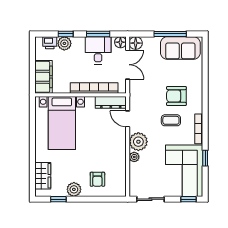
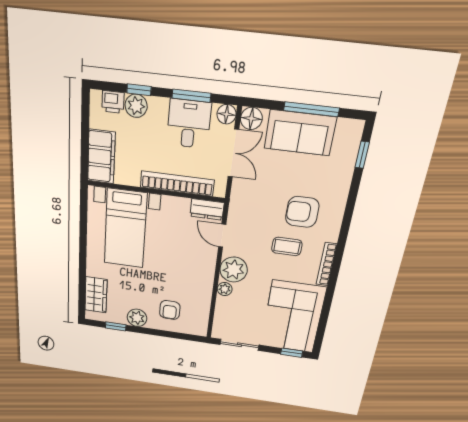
sofa: (180, 48) -> (300, 133), moved
dresser: (111, 102) -> (207, 209), width x0.70
window: (205, 158) -> (362, 155), moved

